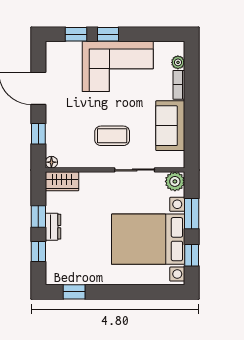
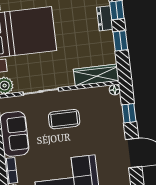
wardrobe: (62, 181) -> (96, 75), width x1.50
dresser: (53, 227) -> (105, 18), moved

